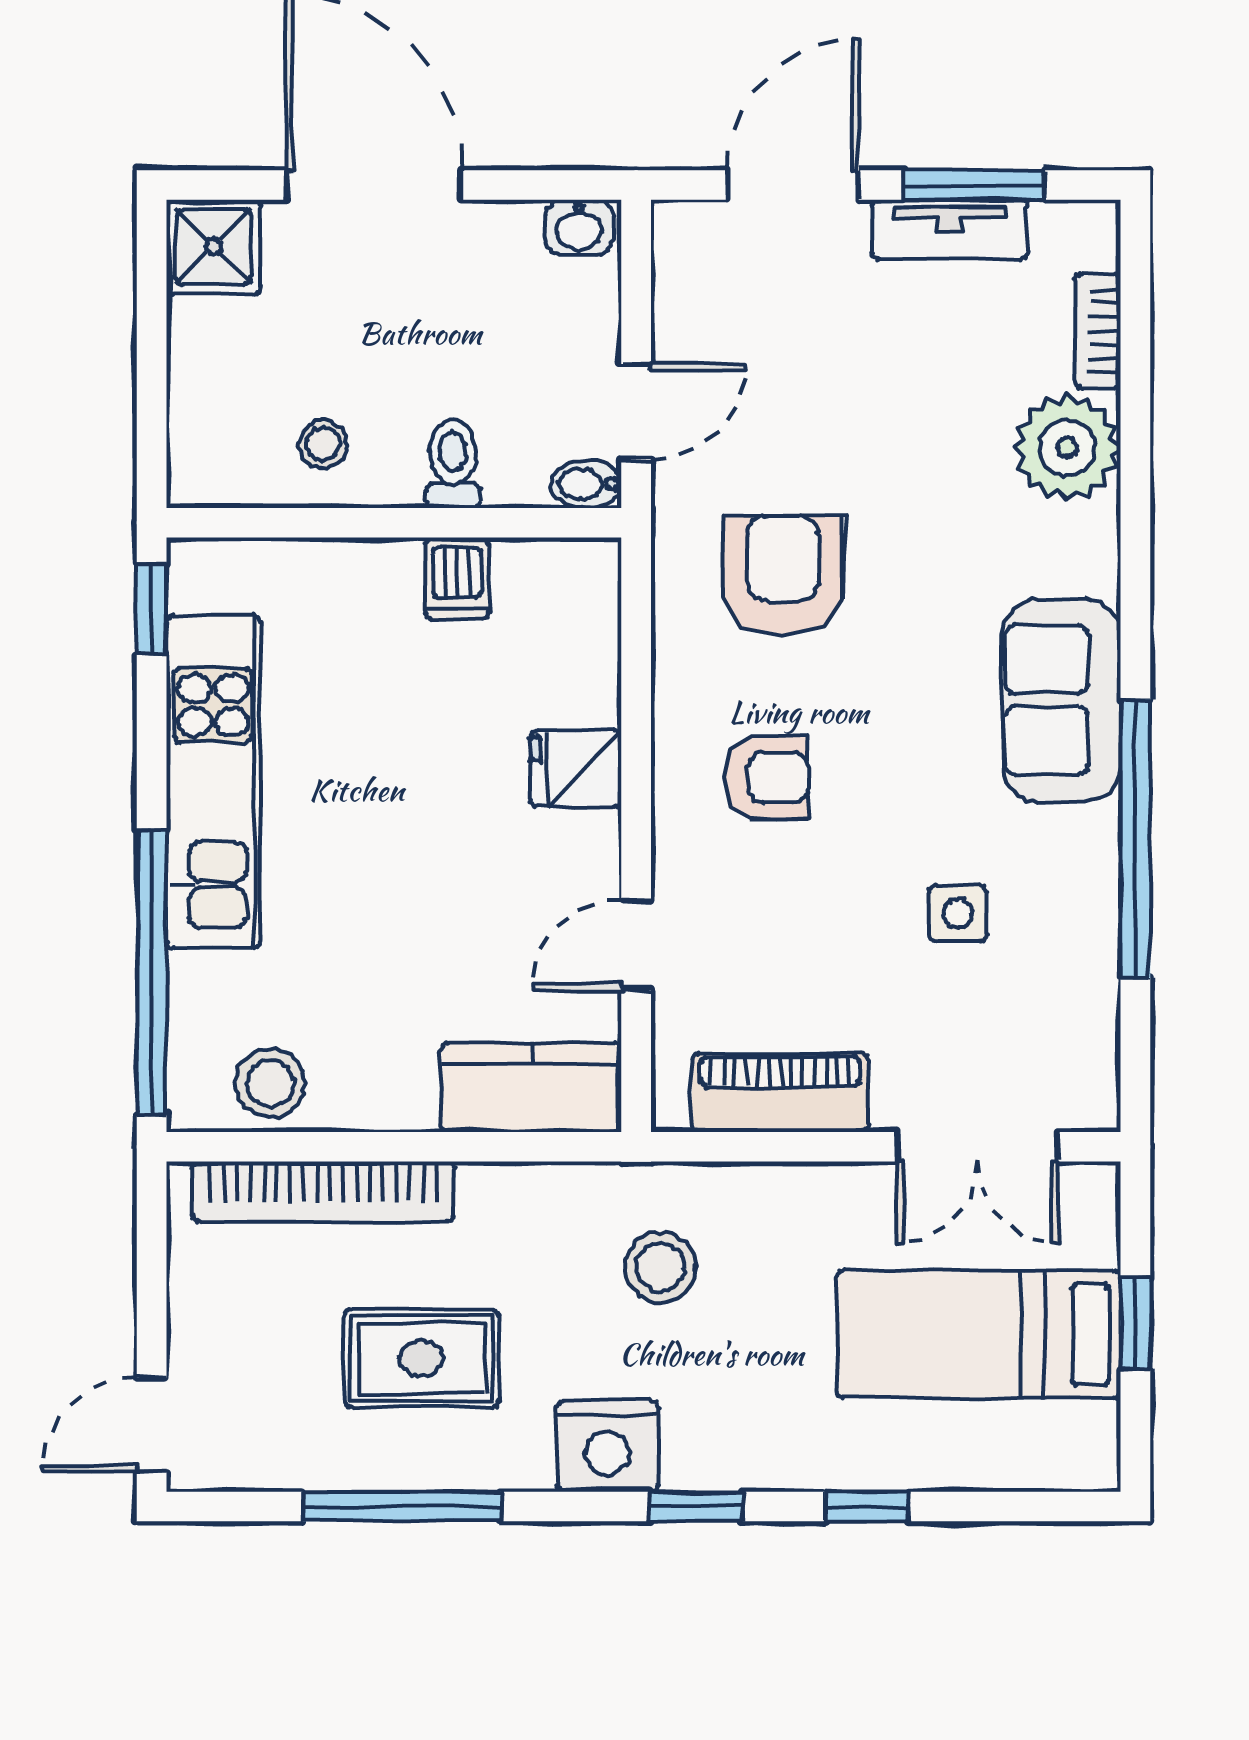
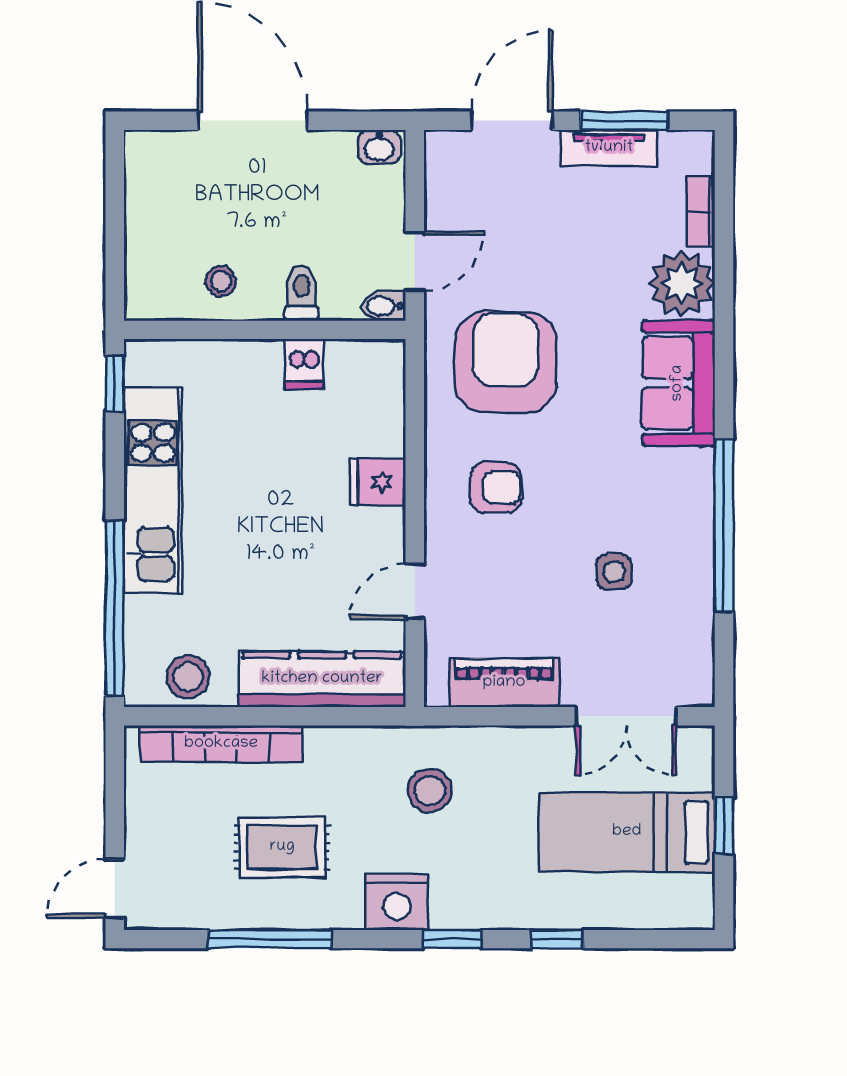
shower: (213, 247) -> (153, 159), removed
armchair: (783, 575) -> (506, 362), width x1.36, depth x1.36
sofa: (1062, 700) -> (678, 383), moved
kitchen counter: (531, 1087) -> (322, 679), width x1.50

